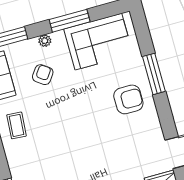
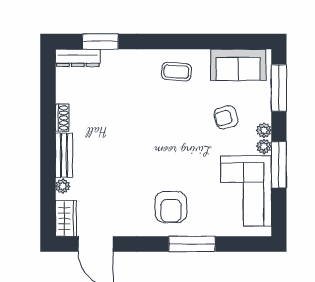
plant: (58, 37) -> (264, 147), added
armchair: (43, 75) -> (226, 117), turned 129

